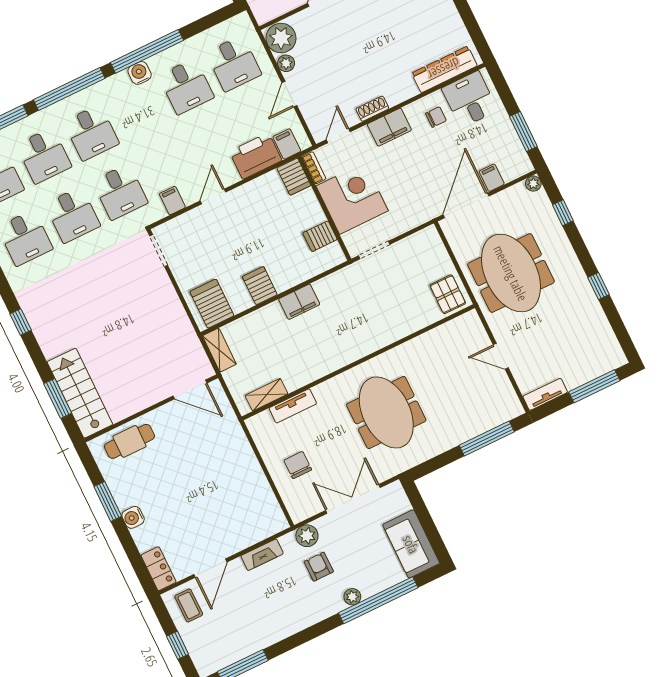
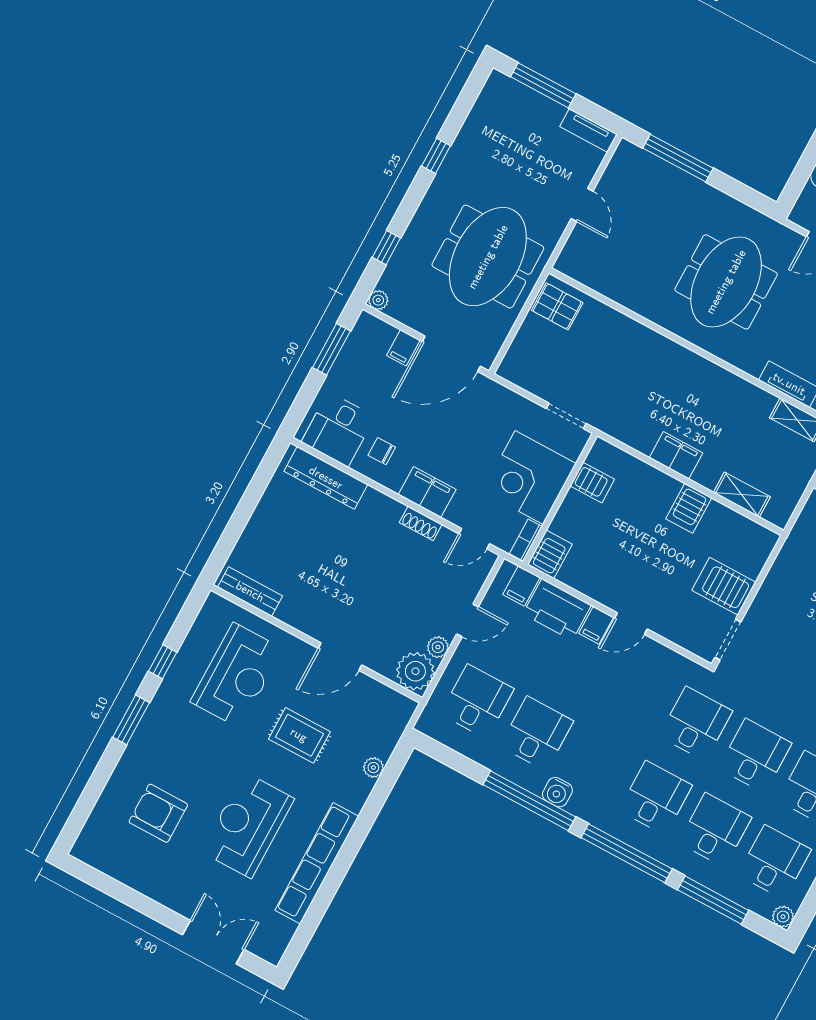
filing cabinet: (172, 201) -> (596, 625), moved
pallet: (448, 294) -> (557, 306), turned 90
server rack: (212, 304) -> (724, 586), moved, turned 90
shelving: (219, 350) -> (742, 495), moved, turned 90

